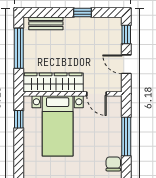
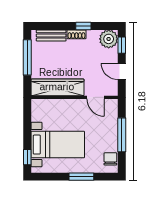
shoe rack: (75, 22) -> (76, 34), added
plant: (111, 27) -> (109, 39), added
window: (19, 119) -> (27, 157), moved
bed with nightstands: (58, 126) -> (58, 145), moved, turned -90

